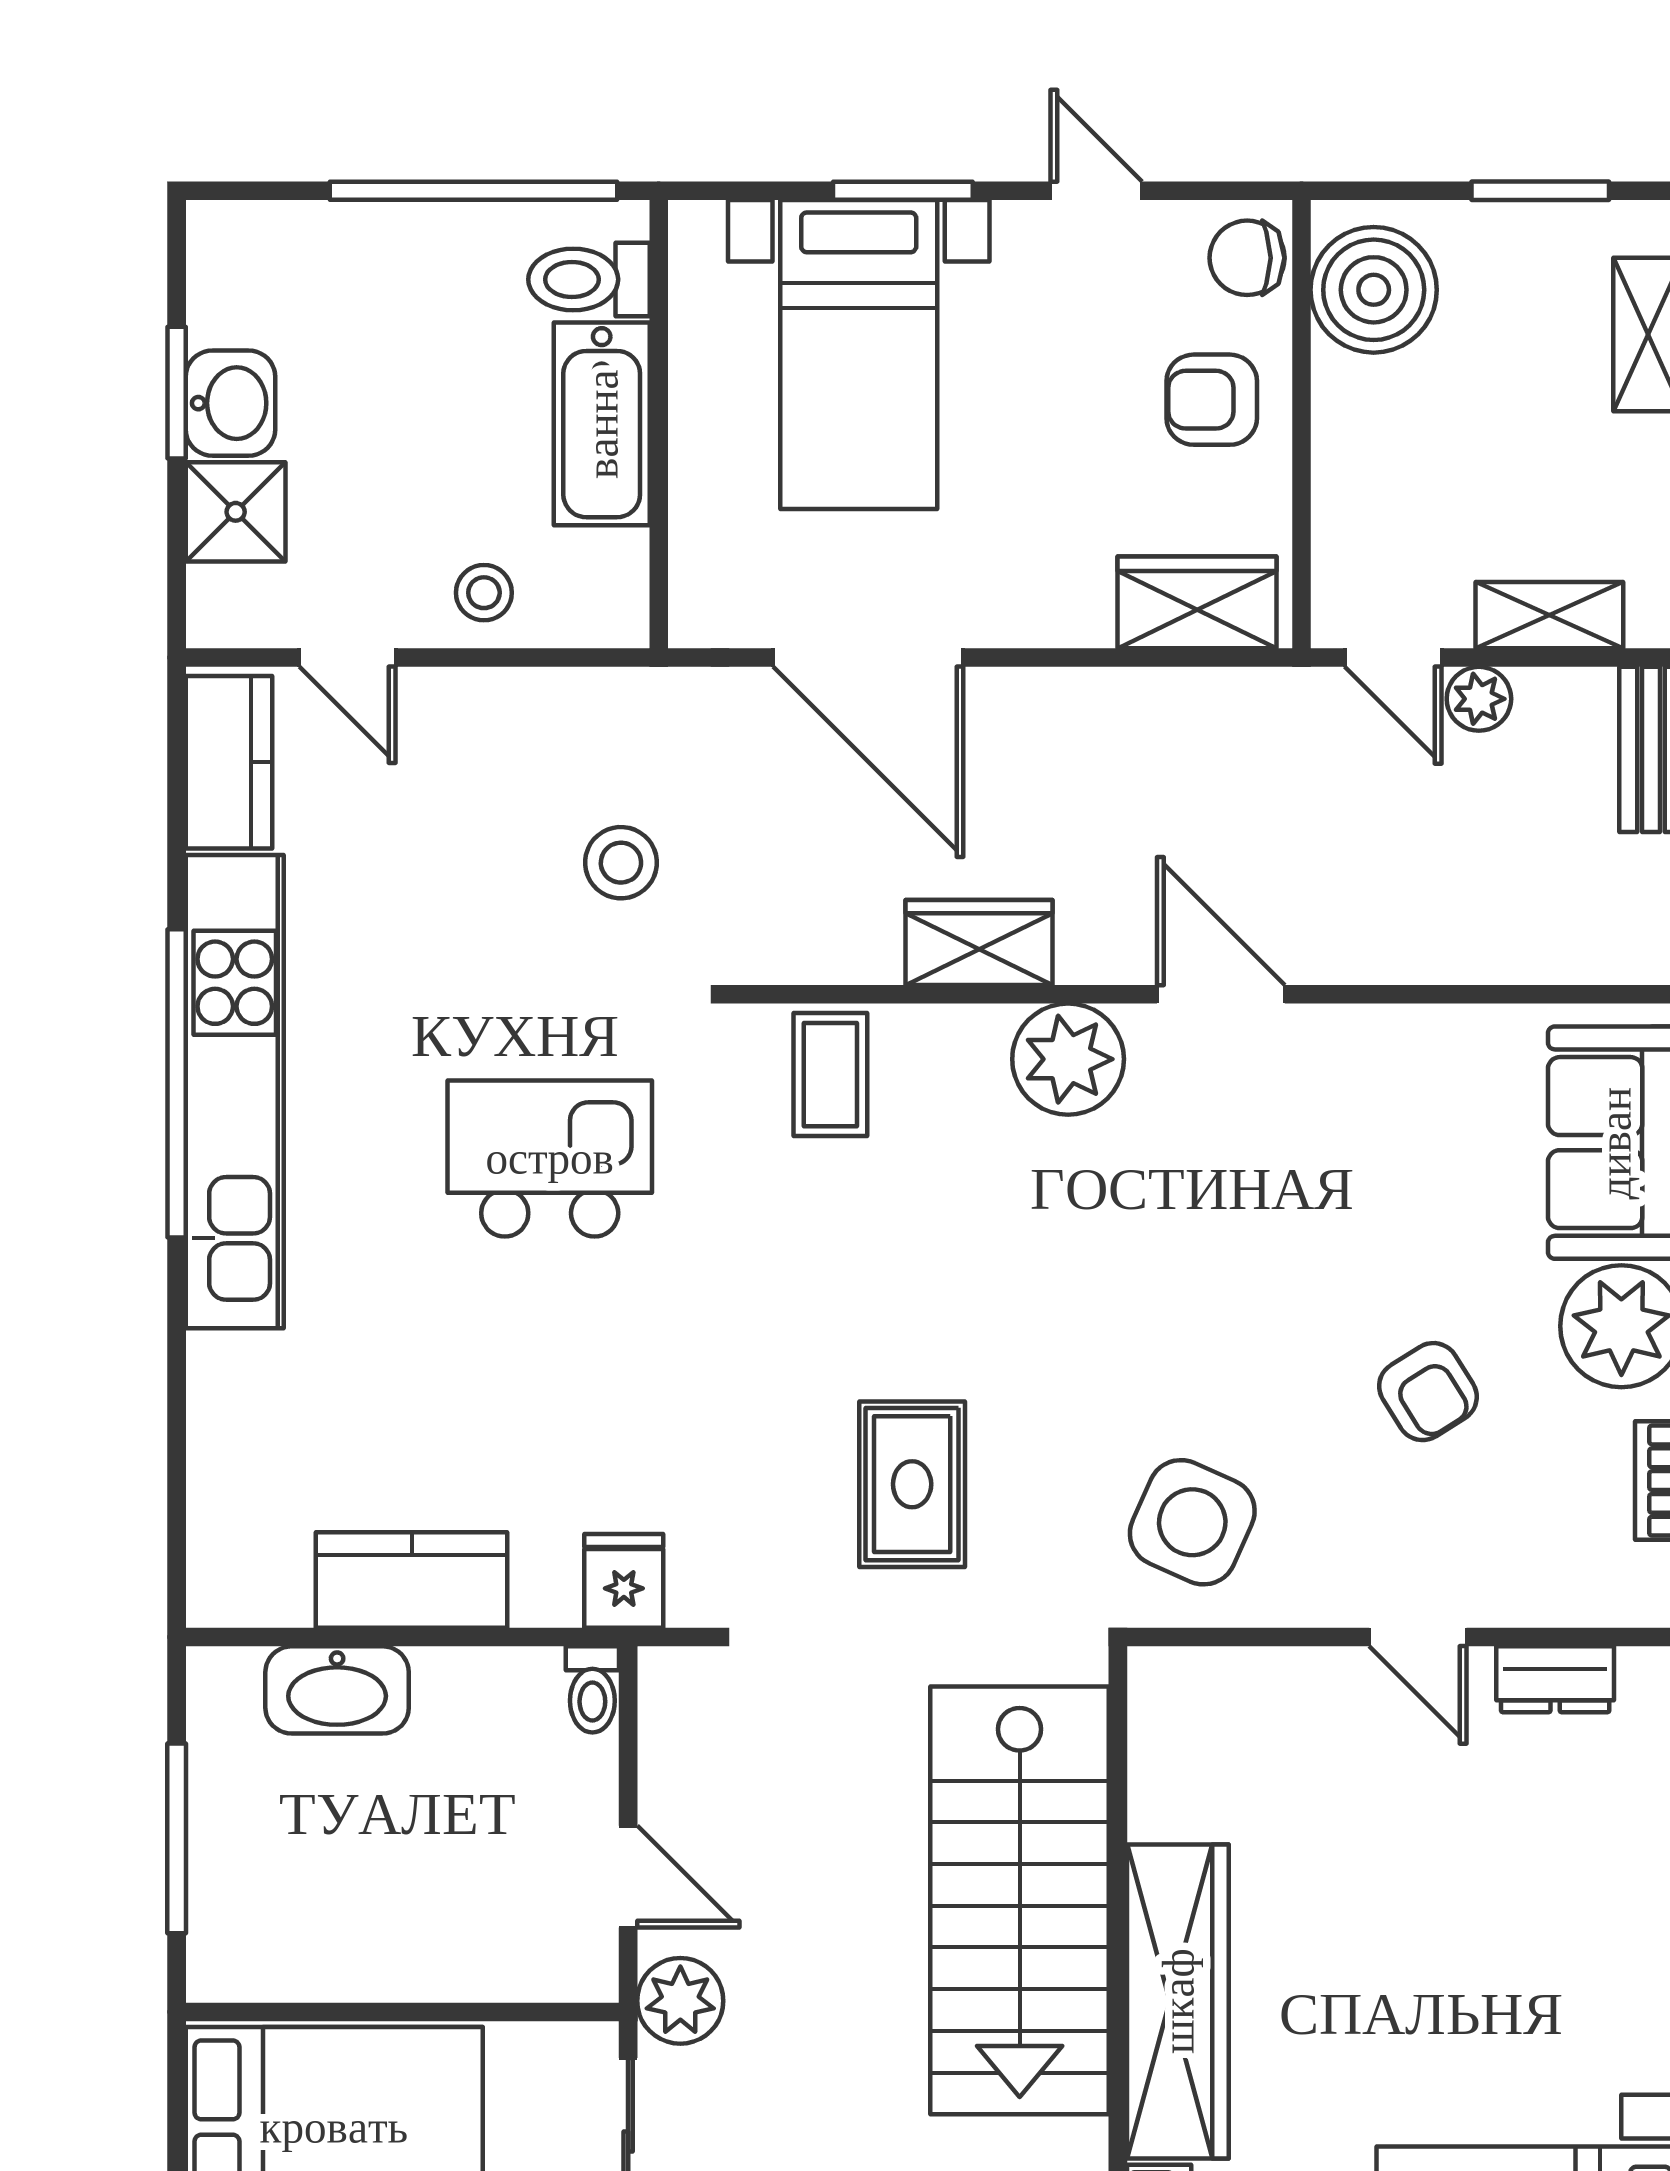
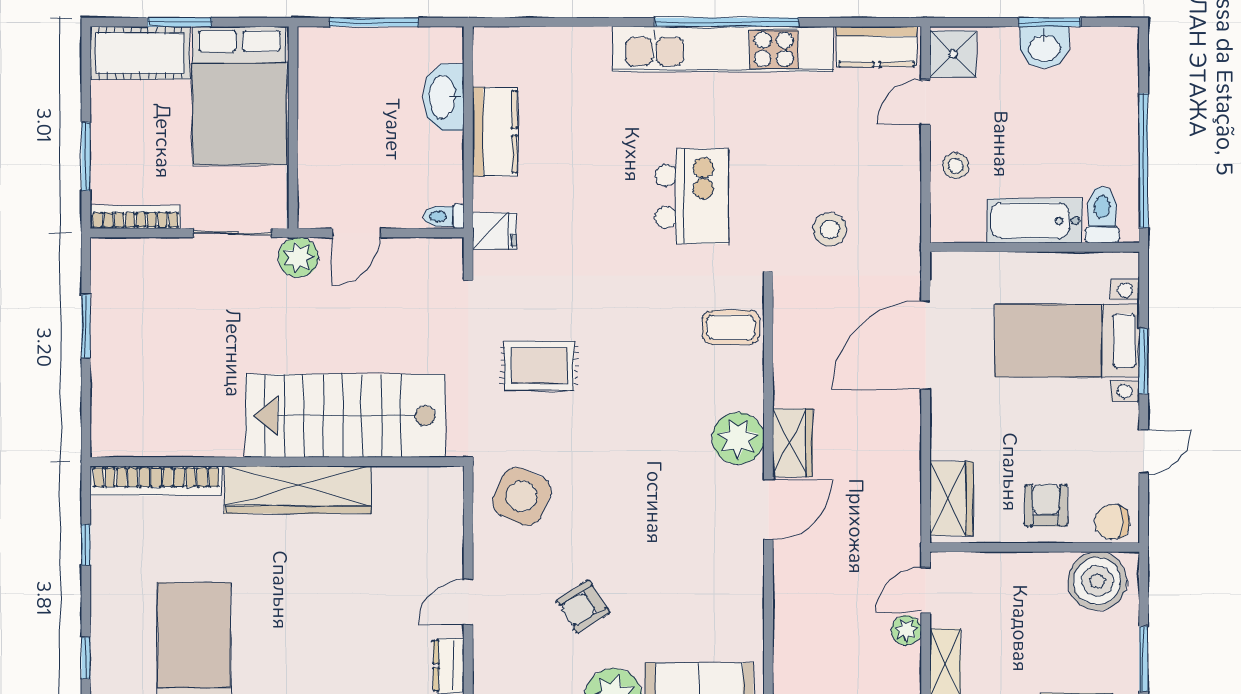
chair: (1247, 258) -> (1112, 522), turned -90
shower: (236, 512) -> (953, 54), moved
wardrobe: (979, 942) -> (793, 443), moved

